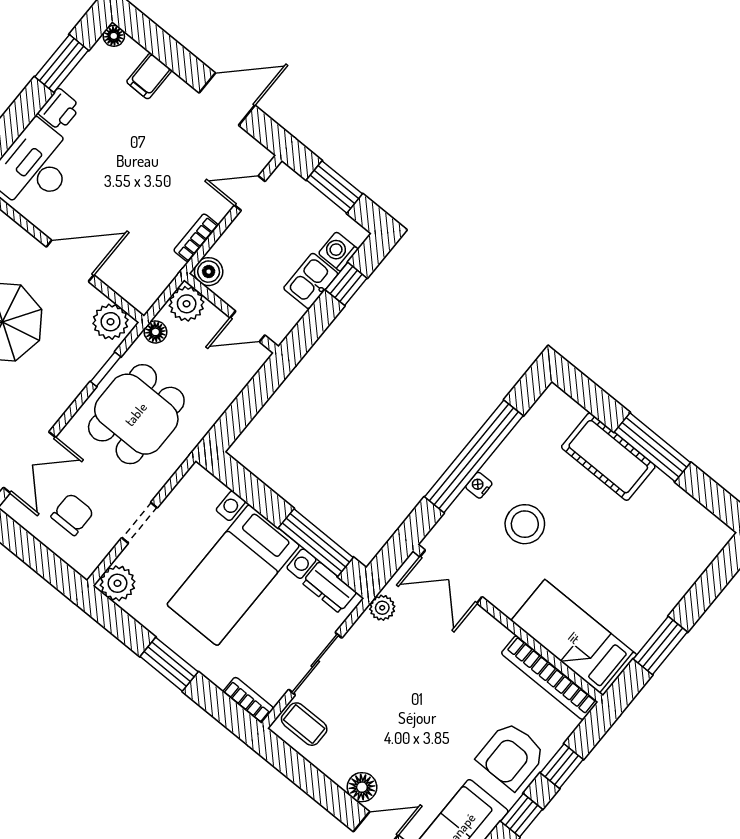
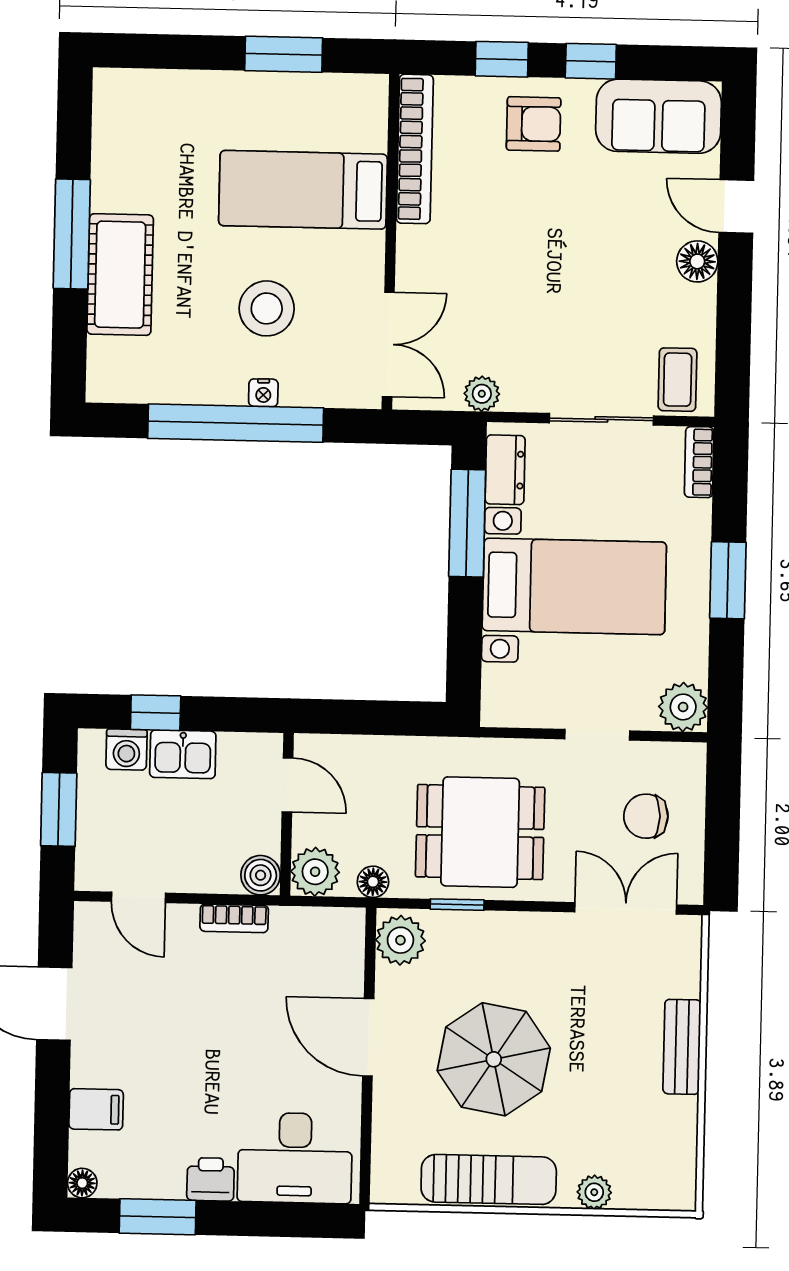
bed: (574, 638) -> (303, 190), moved, turned 90
armchair: (511, 756) -> (534, 124), width x0.72, depth x0.72

